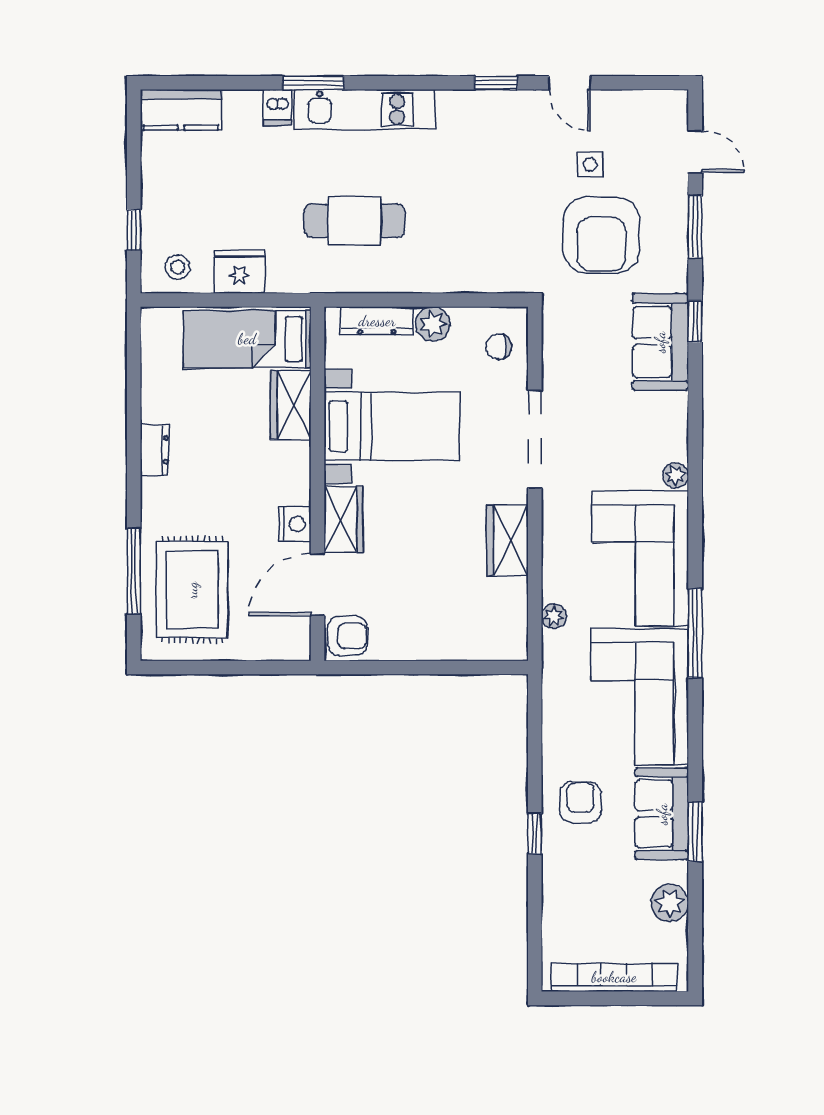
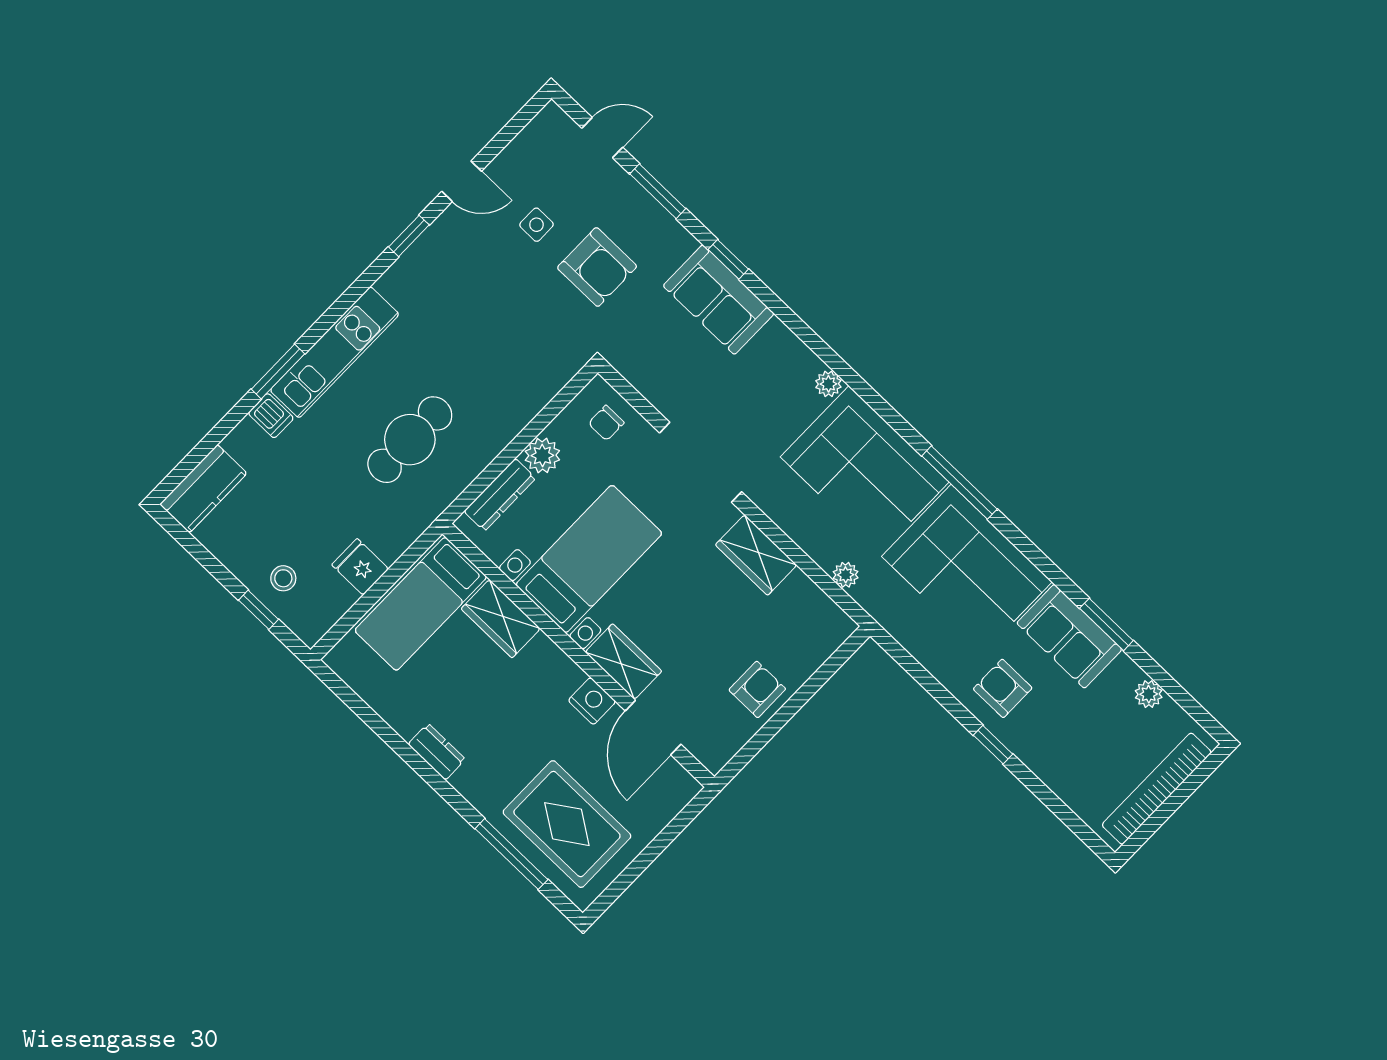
armchair: (601, 235) -> (597, 267), width x0.73, depth x0.73
stool: (178, 267) -> (283, 578), moved
fridge: (239, 272) -> (360, 567), width x0.72
armchair: (347, 636) -> (757, 689), moved
plant: (670, 903) -> (1149, 694), width x0.73, depth x0.73

